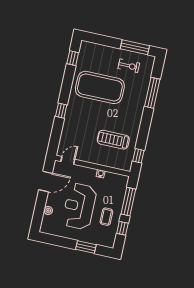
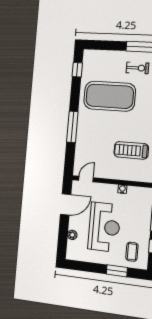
window: (61, 111) -> (72, 127), width x2.17
reception desk: (79, 206) -> (104, 227), turned 180
coffee table: (106, 217) -> (132, 252), moved

